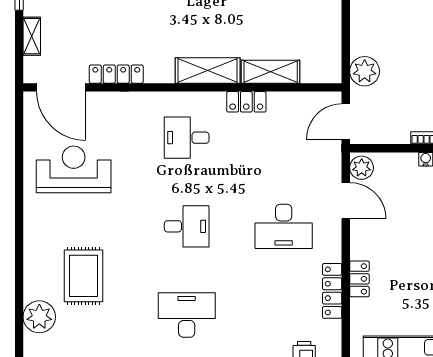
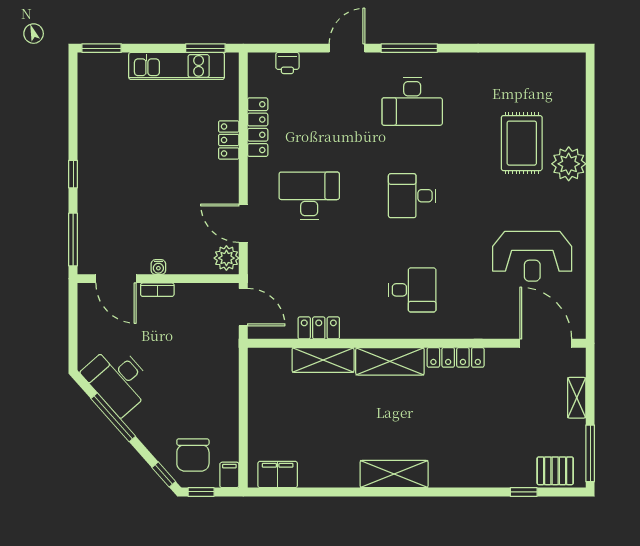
plant: (365, 71) -> (223, 360), removed
locker: (116, 74) -> (456, 357), moved
locker: (246, 102) -> (319, 328), moved
door: (346, 121) -> (243, 307), hinge flipped
plant: (39, 317) -> (569, 164), moved

